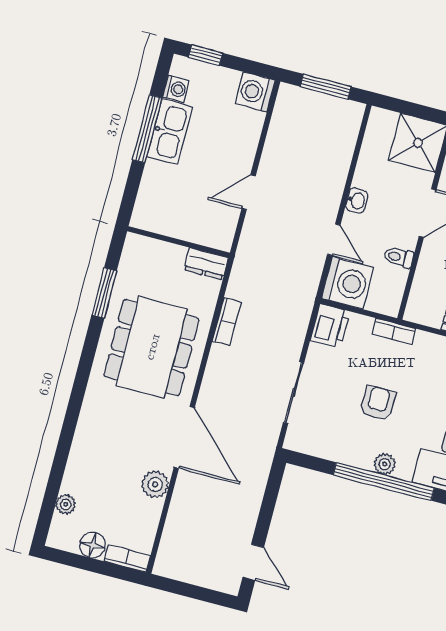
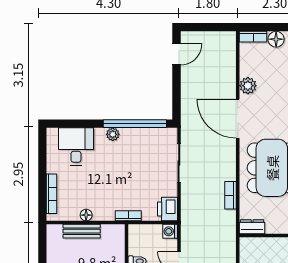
washing machine: (348, 283) -> (170, 231), width x0.53, depth x0.53
armchair: (378, 403) -> (126, 170), removed
window: (384, 482) -> (135, 124), moved
door: (253, 562) -> (176, 54), swing flipped

